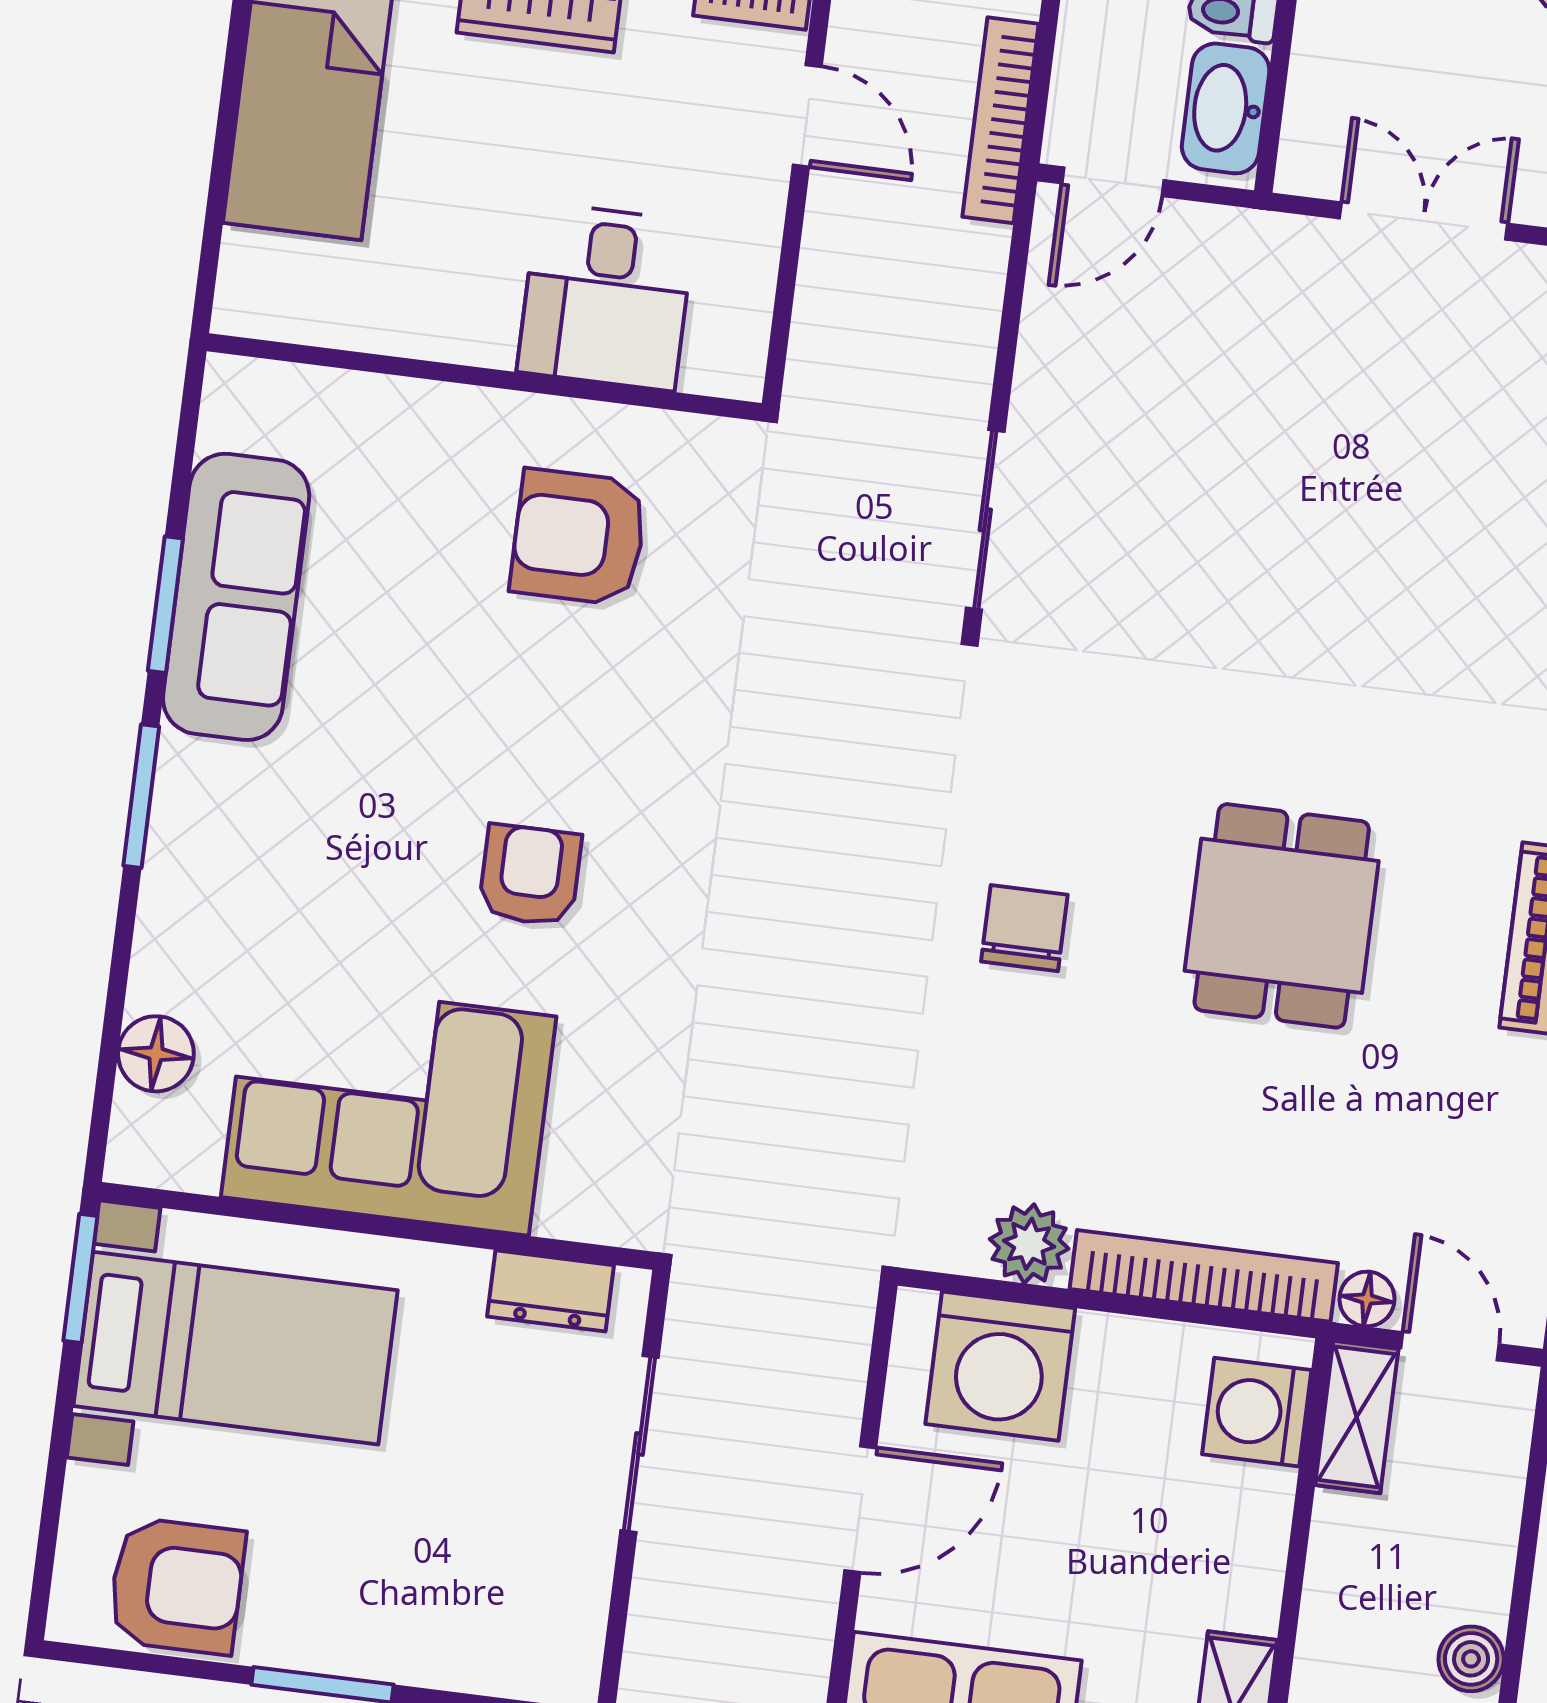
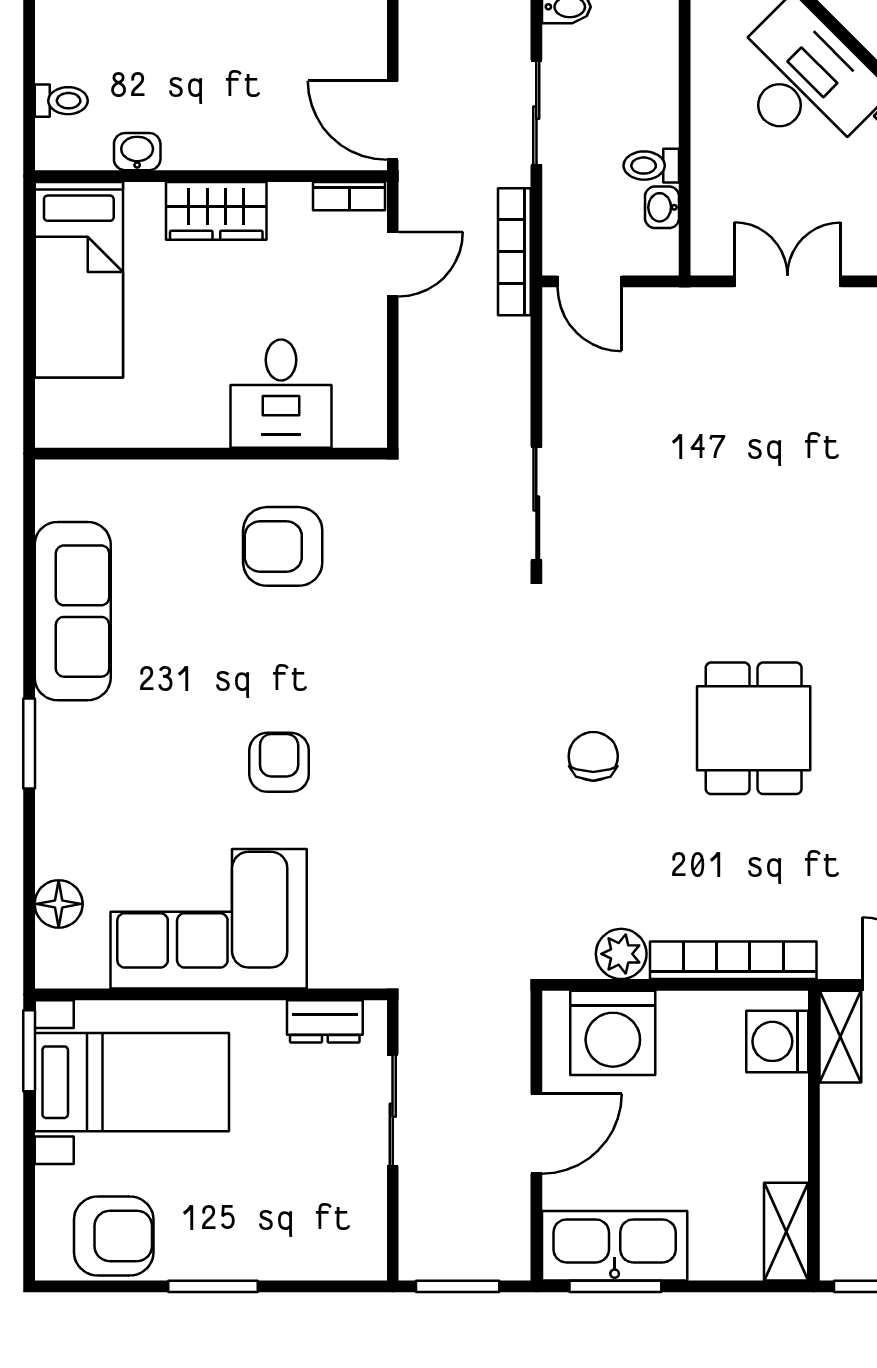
washbasin: (1226, 108) -> (662, 207), width x0.52, depth x0.69
door: (807, 116) -> (393, 264), hinge flipped
door: (1113, 182) -> (590, 281), hinge flipped
window: (165, 605) -> (29, 622), removed
floor lamp: (1367, 1299) -> (837, 962), removed

